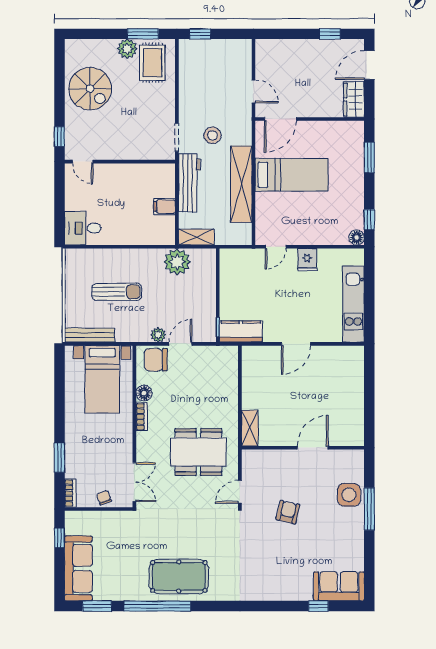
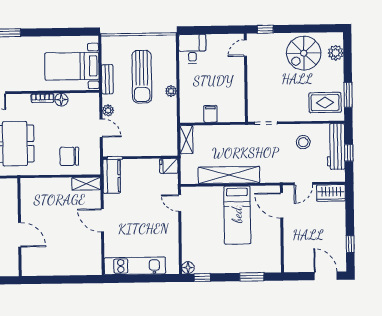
window: (200, 34) -> (349, 153), moved
plant: (127, 49) -> (336, 53), moved
wardrobe: (354, 99) -> (331, 193), moved, turned 180
stool: (212, 135) -> (303, 142), moved
workbench: (189, 183) -> (336, 146), moved, turned 90
fridge: (307, 260) -> (169, 166), moved
plant: (177, 262) -> (171, 91), moved, width x0.53, depth x0.53
sun lounger: (117, 292) -> (142, 77), width x1.36, depth x1.34
bench: (90, 335) -> (107, 79), moved, width x0.73
chair: (156, 360) -> (69, 156), moved, turned -90
shelving: (250, 428) -> (86, 184), moved

